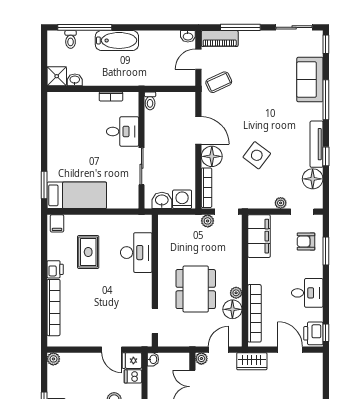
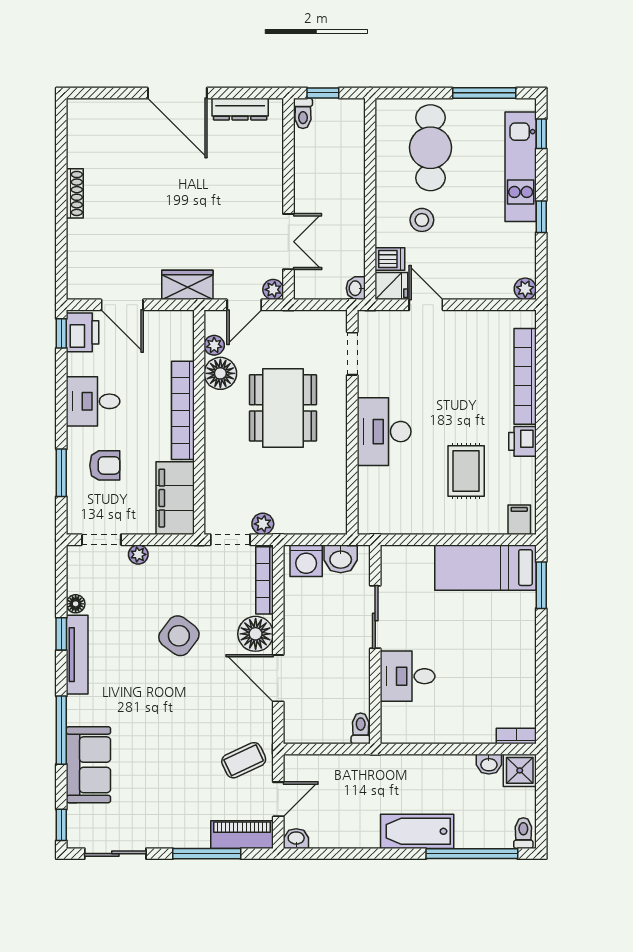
toilet: (71, 39) -> (523, 833), moved
bookcase: (111, 96) -> (516, 736), moved
floor lamp: (313, 179) -> (76, 604), width x0.53, depth x0.53
armchair: (306, 242) -> (105, 465), moved
desk: (136, 253) -> (384, 432), moved
plant: (236, 293) -> (214, 345), moved
bookcase: (254, 313) -> (183, 410), moved

